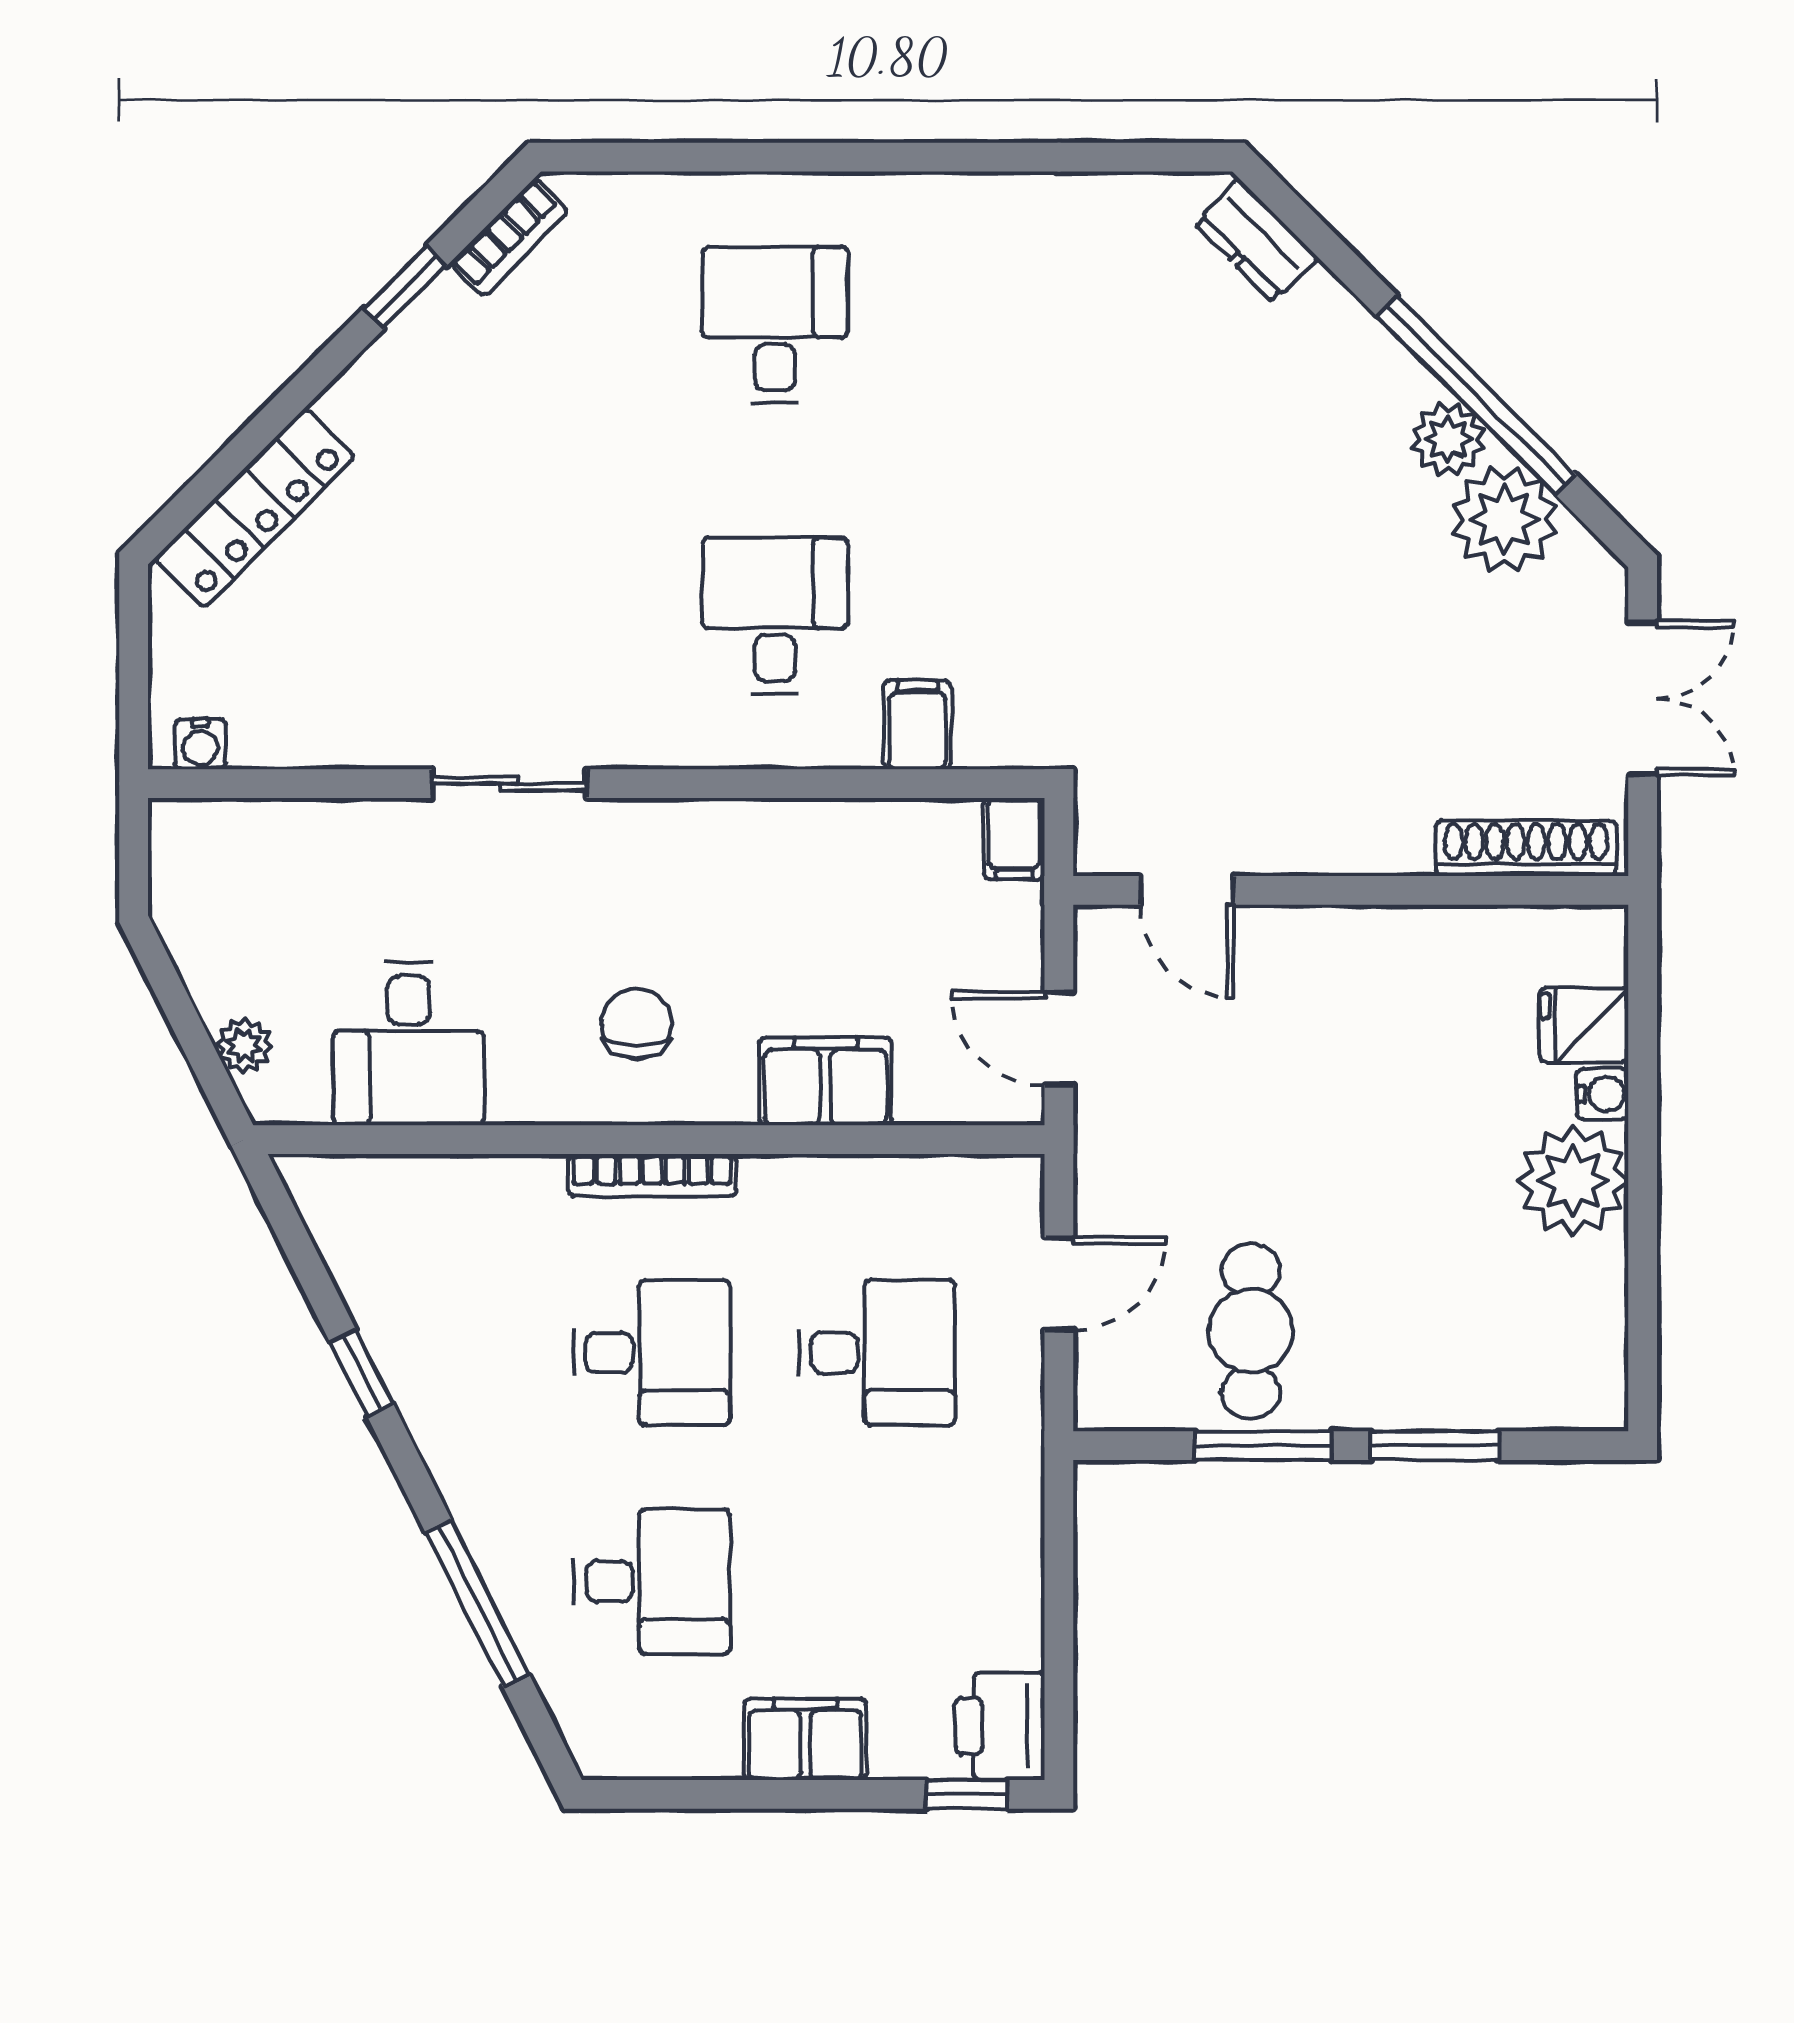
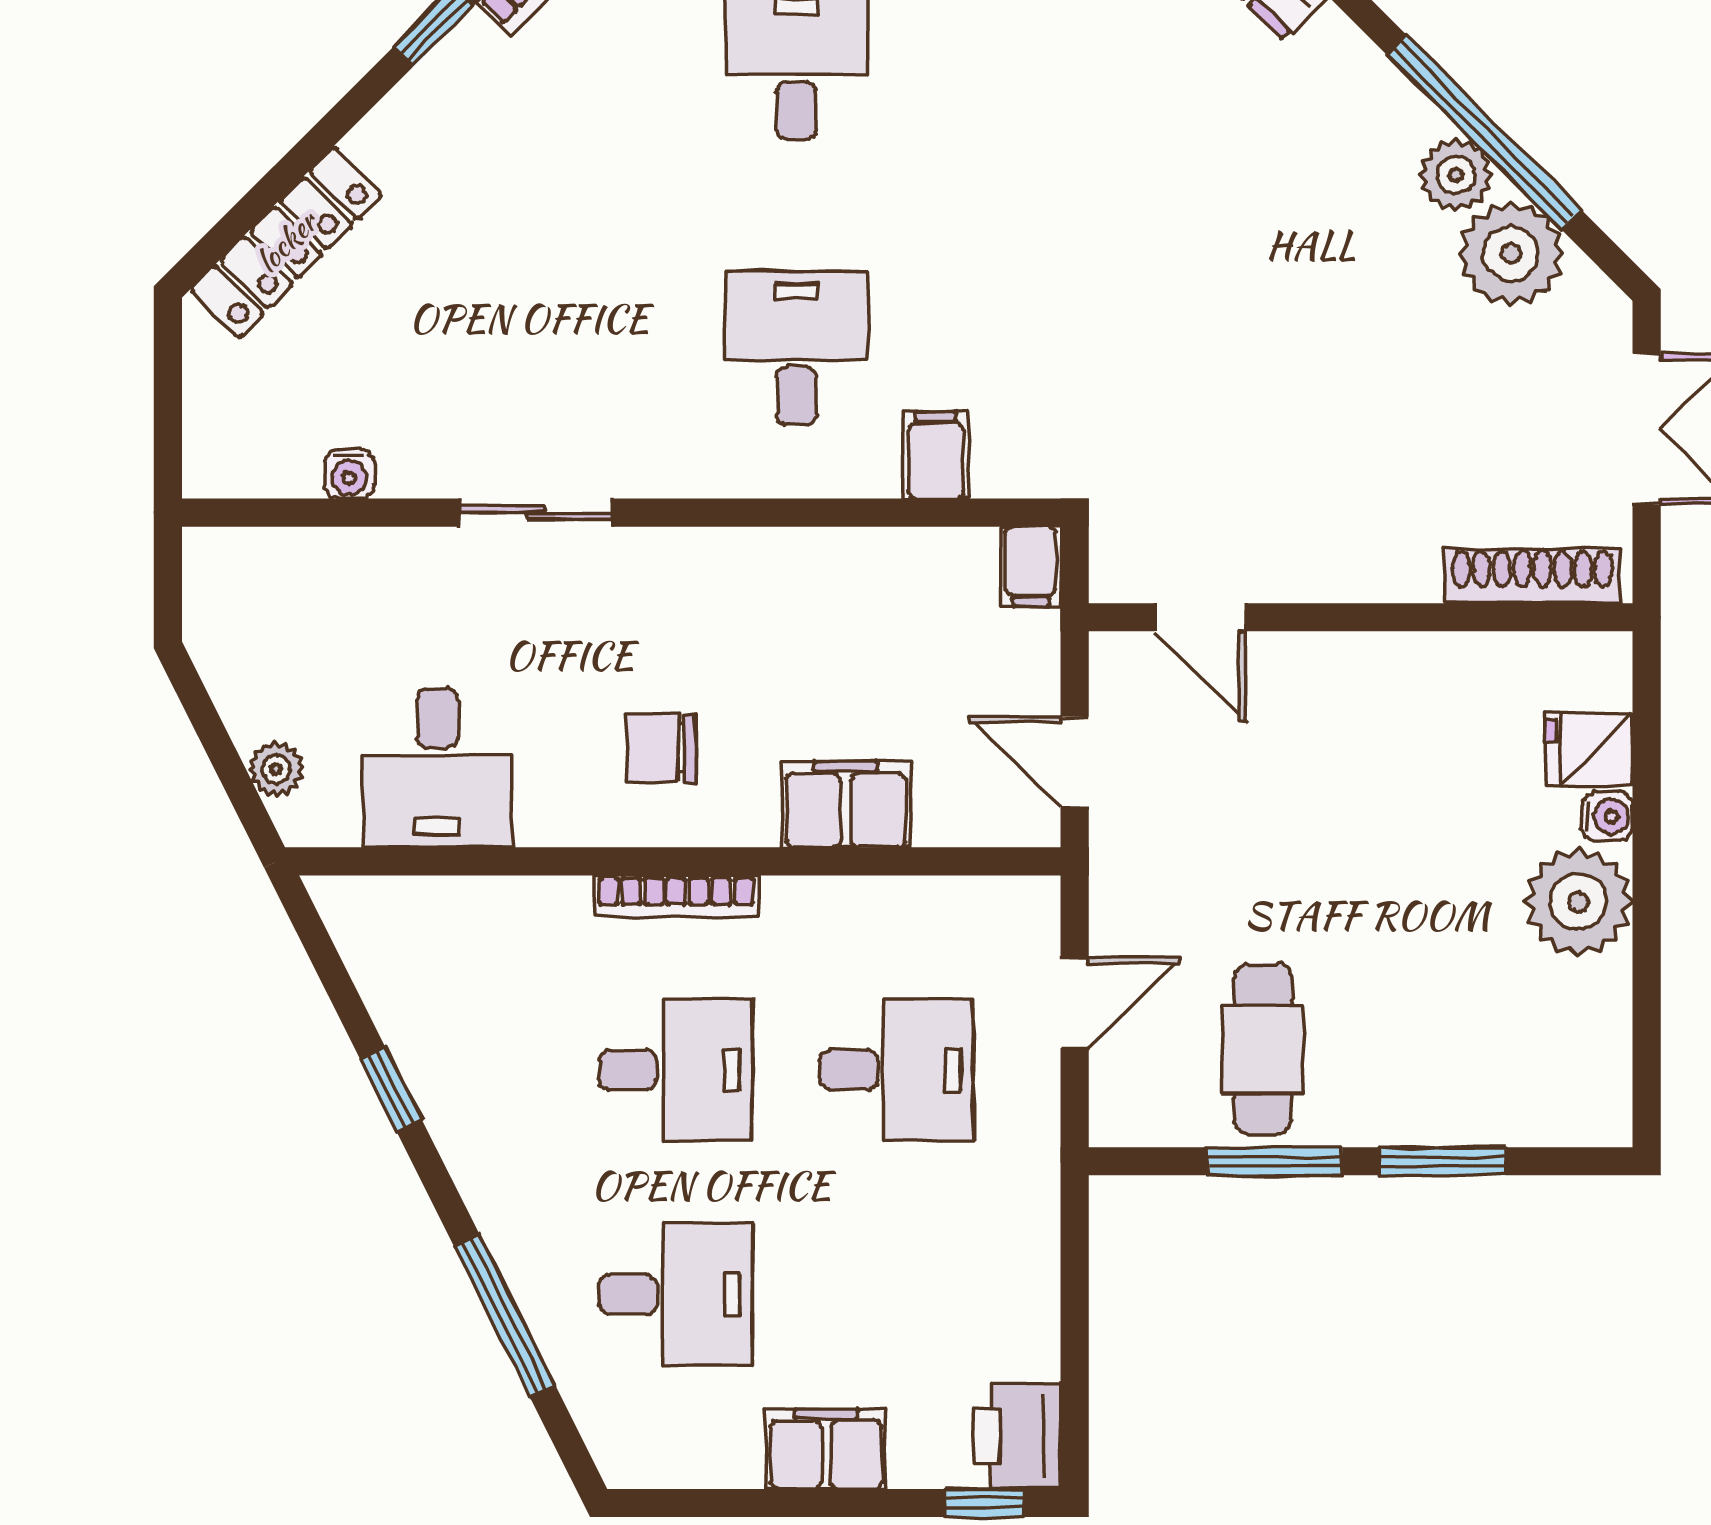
water cooler: (200, 744) -> (349, 474), moved
chair: (637, 1024) -> (661, 748), turned -90

